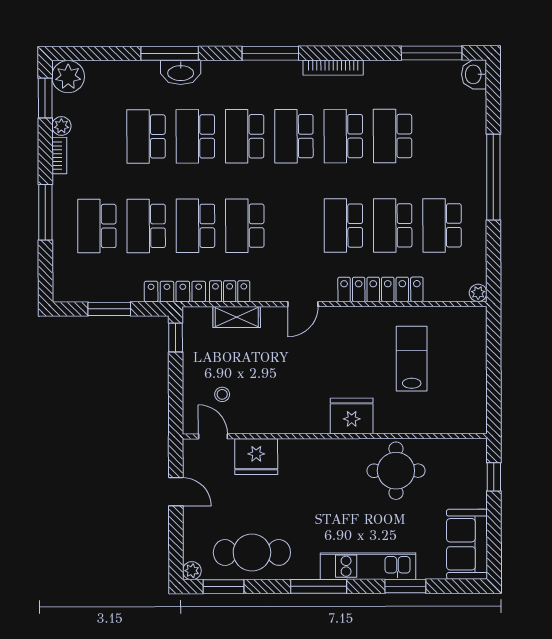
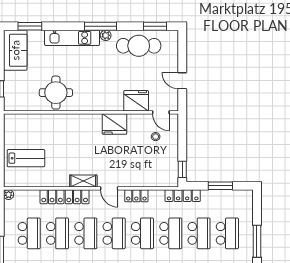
school desk: (294, 226) -> (114, 233), added
locker: (230, 291) -> (136, 196), moved
door: (303, 304) -> (109, 188), swing flipped
shelving: (237, 317) -> (83, 181), moved
lab bench: (412, 359) -> (26, 158), moved, turned -90
fridge: (352, 416) -> (114, 124), moved
plant: (192, 571) -> (106, 35), moved
window: (405, 586) -> (30, 26), moved

